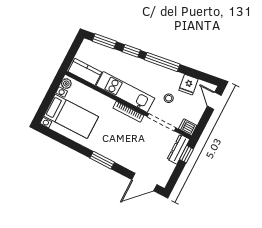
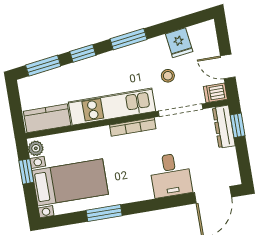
window: (162, 62) -> (129, 39), width x0.69
window: (52, 92) -> (26, 171), added
door: (214, 101) -> (228, 66), moved
desk: (129, 154) -> (171, 175), added
window: (102, 160) -> (104, 213), moved

